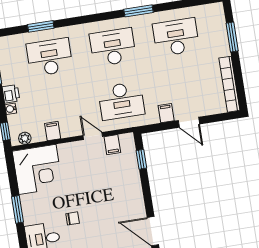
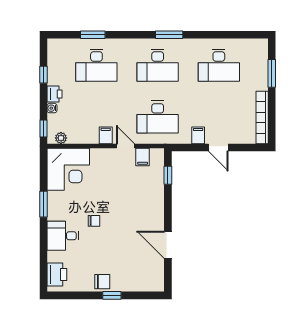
window: (138, 11) -> (169, 35), moved
desk: (176, 37) -> (219, 65), turned 180
desk: (113, 47) -> (158, 65), turned 180
desk: (50, 57) -> (96, 65), turned 180
filing cabinet: (53, 131) -> (106, 135), moved

